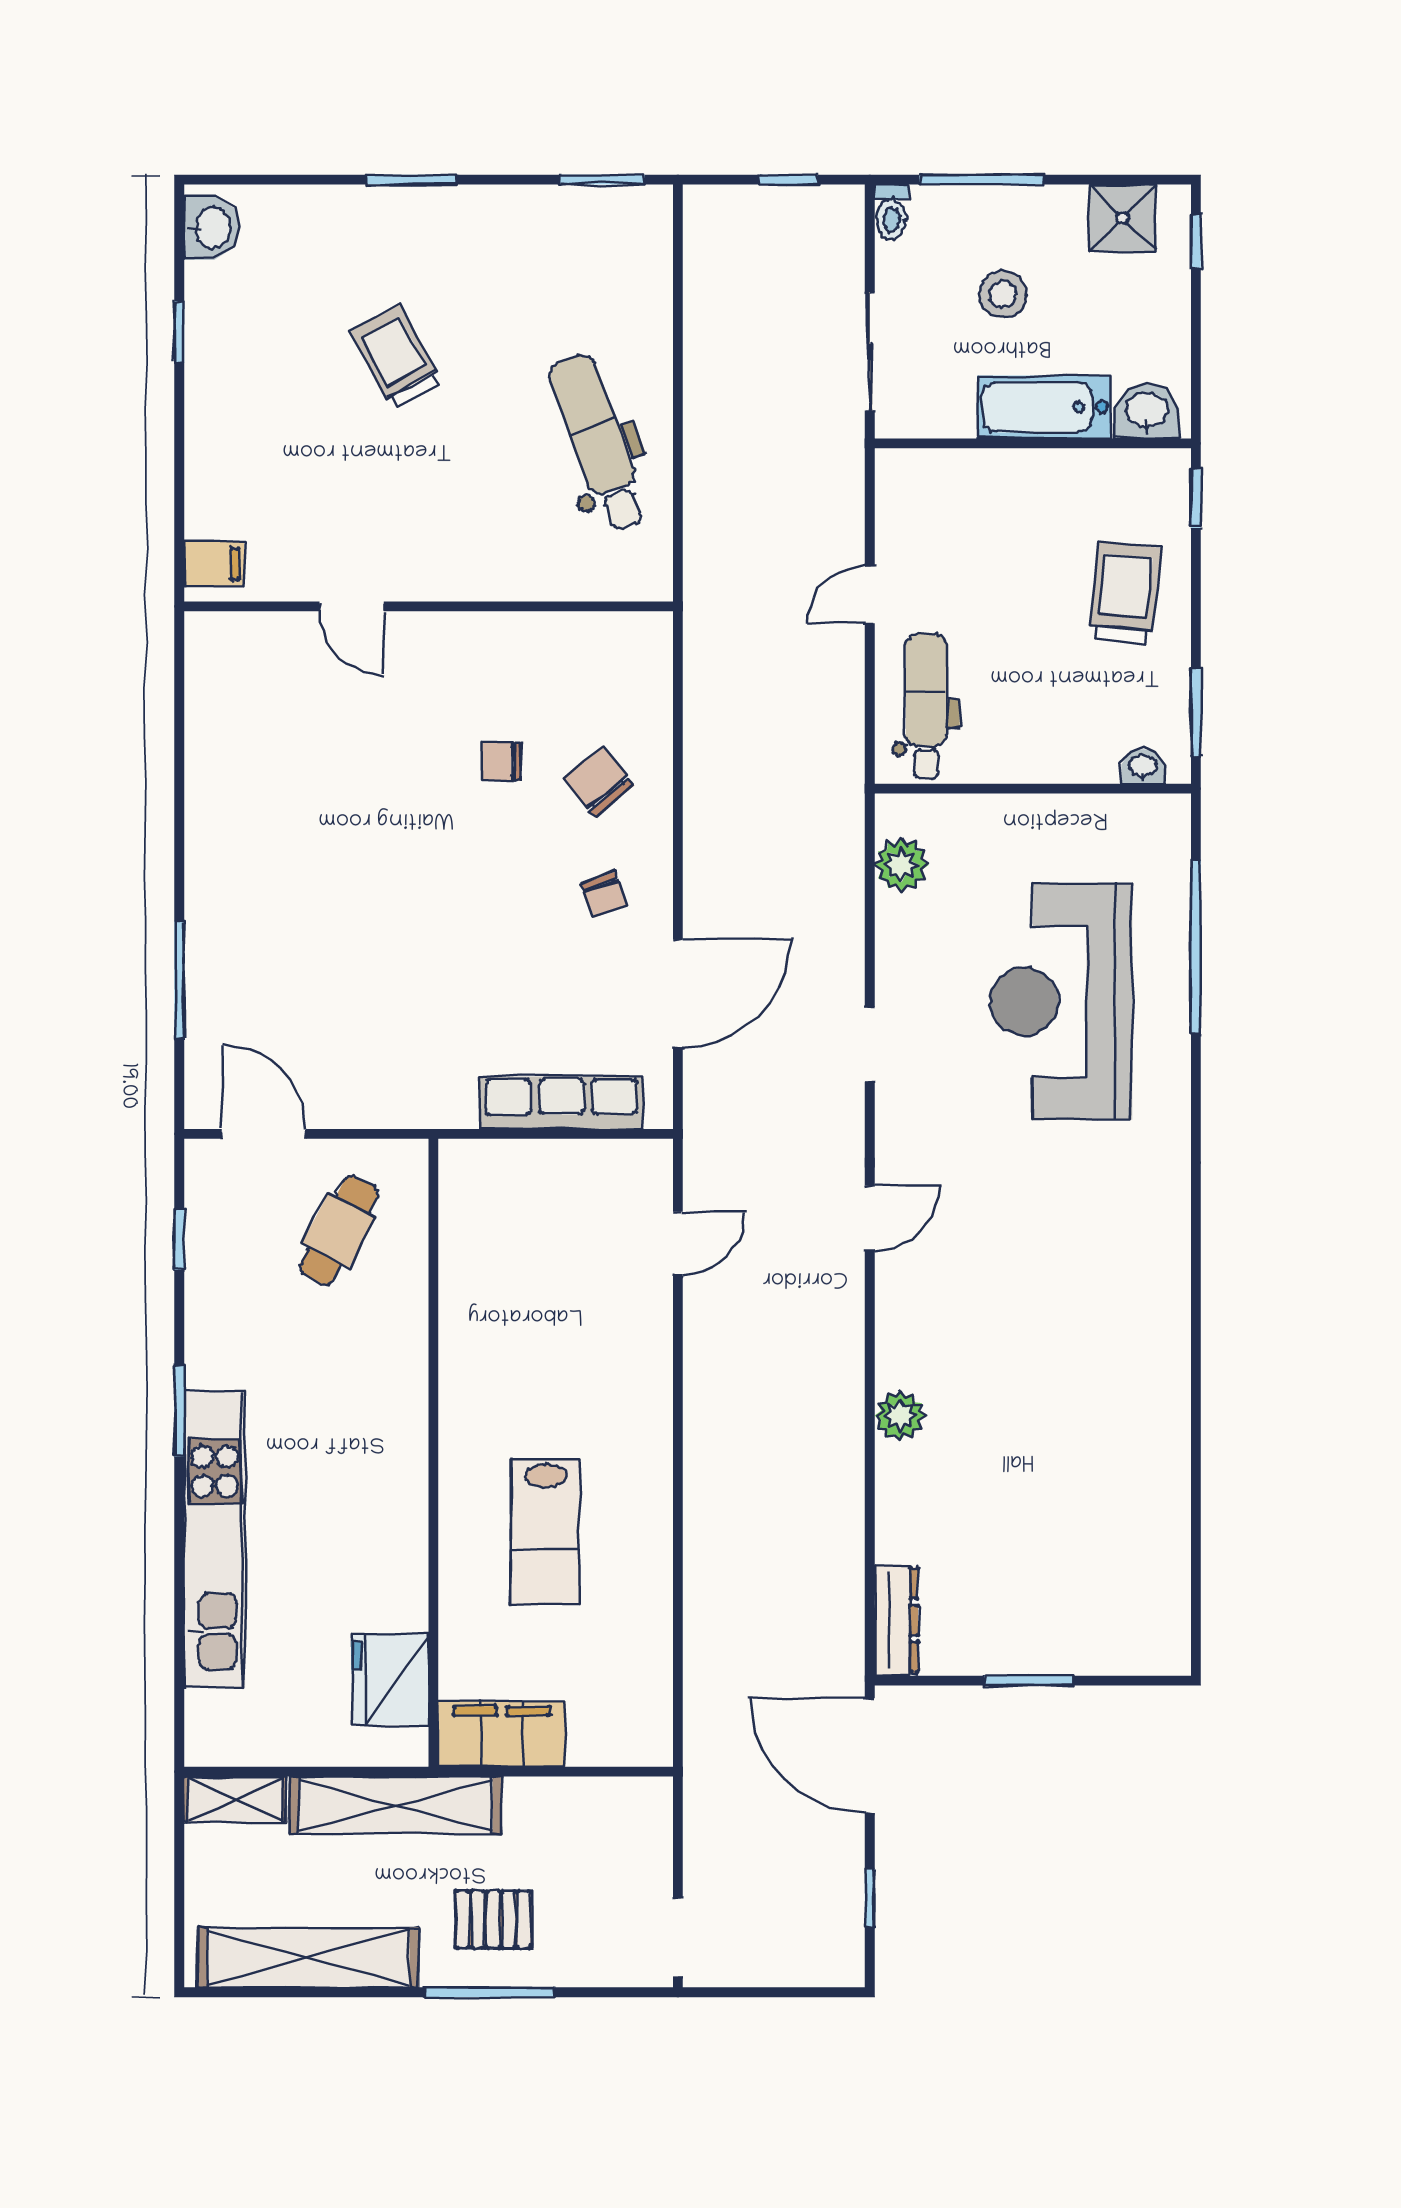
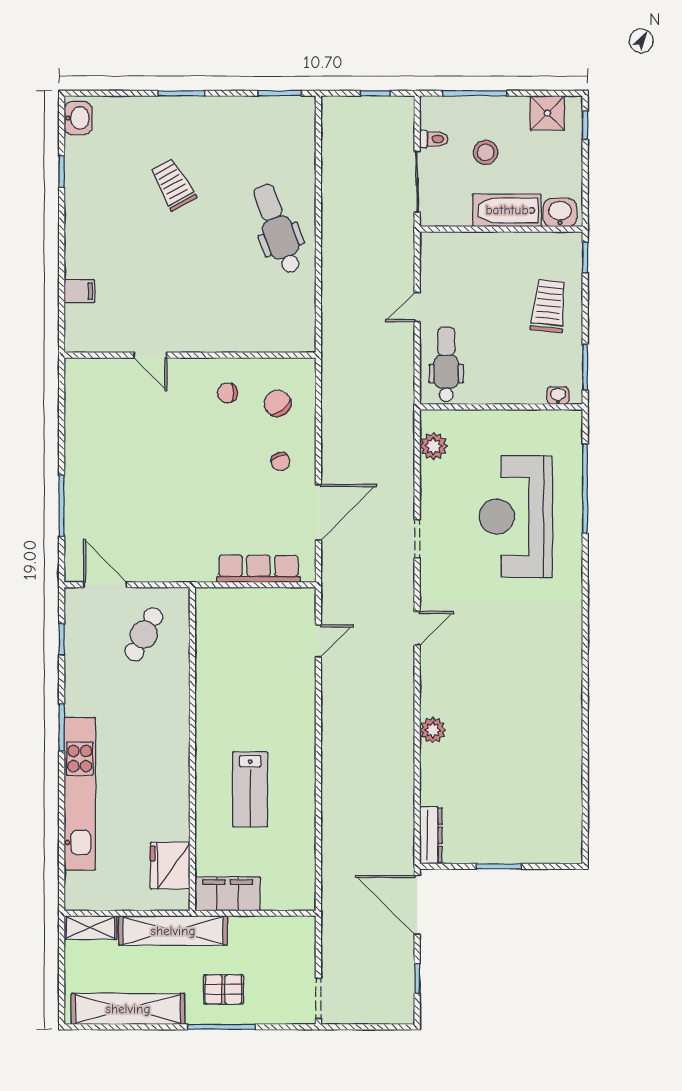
toilet: (891, 212) -> (434, 139), moved, turned -90
door: (352, 606) -> (150, 355), moved
wall: (429, 606) -> (190, 355), moved

